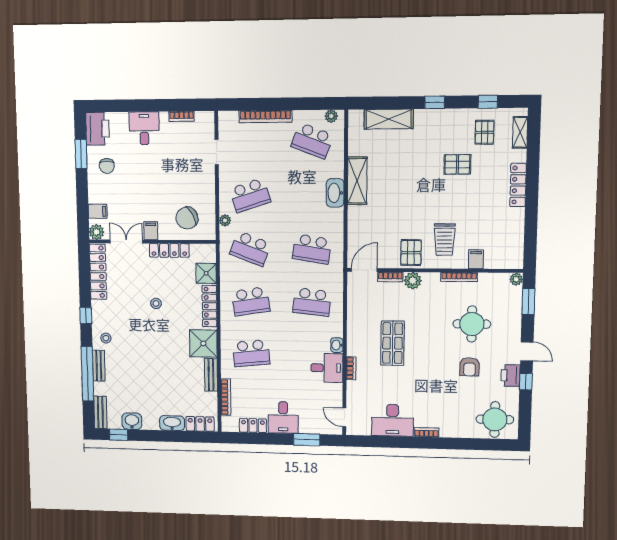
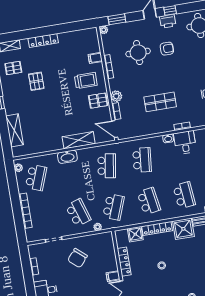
shelving: (357, 181) -> (79, 140), moved
chair: (187, 218) -> (77, 258), moved, turned 70

